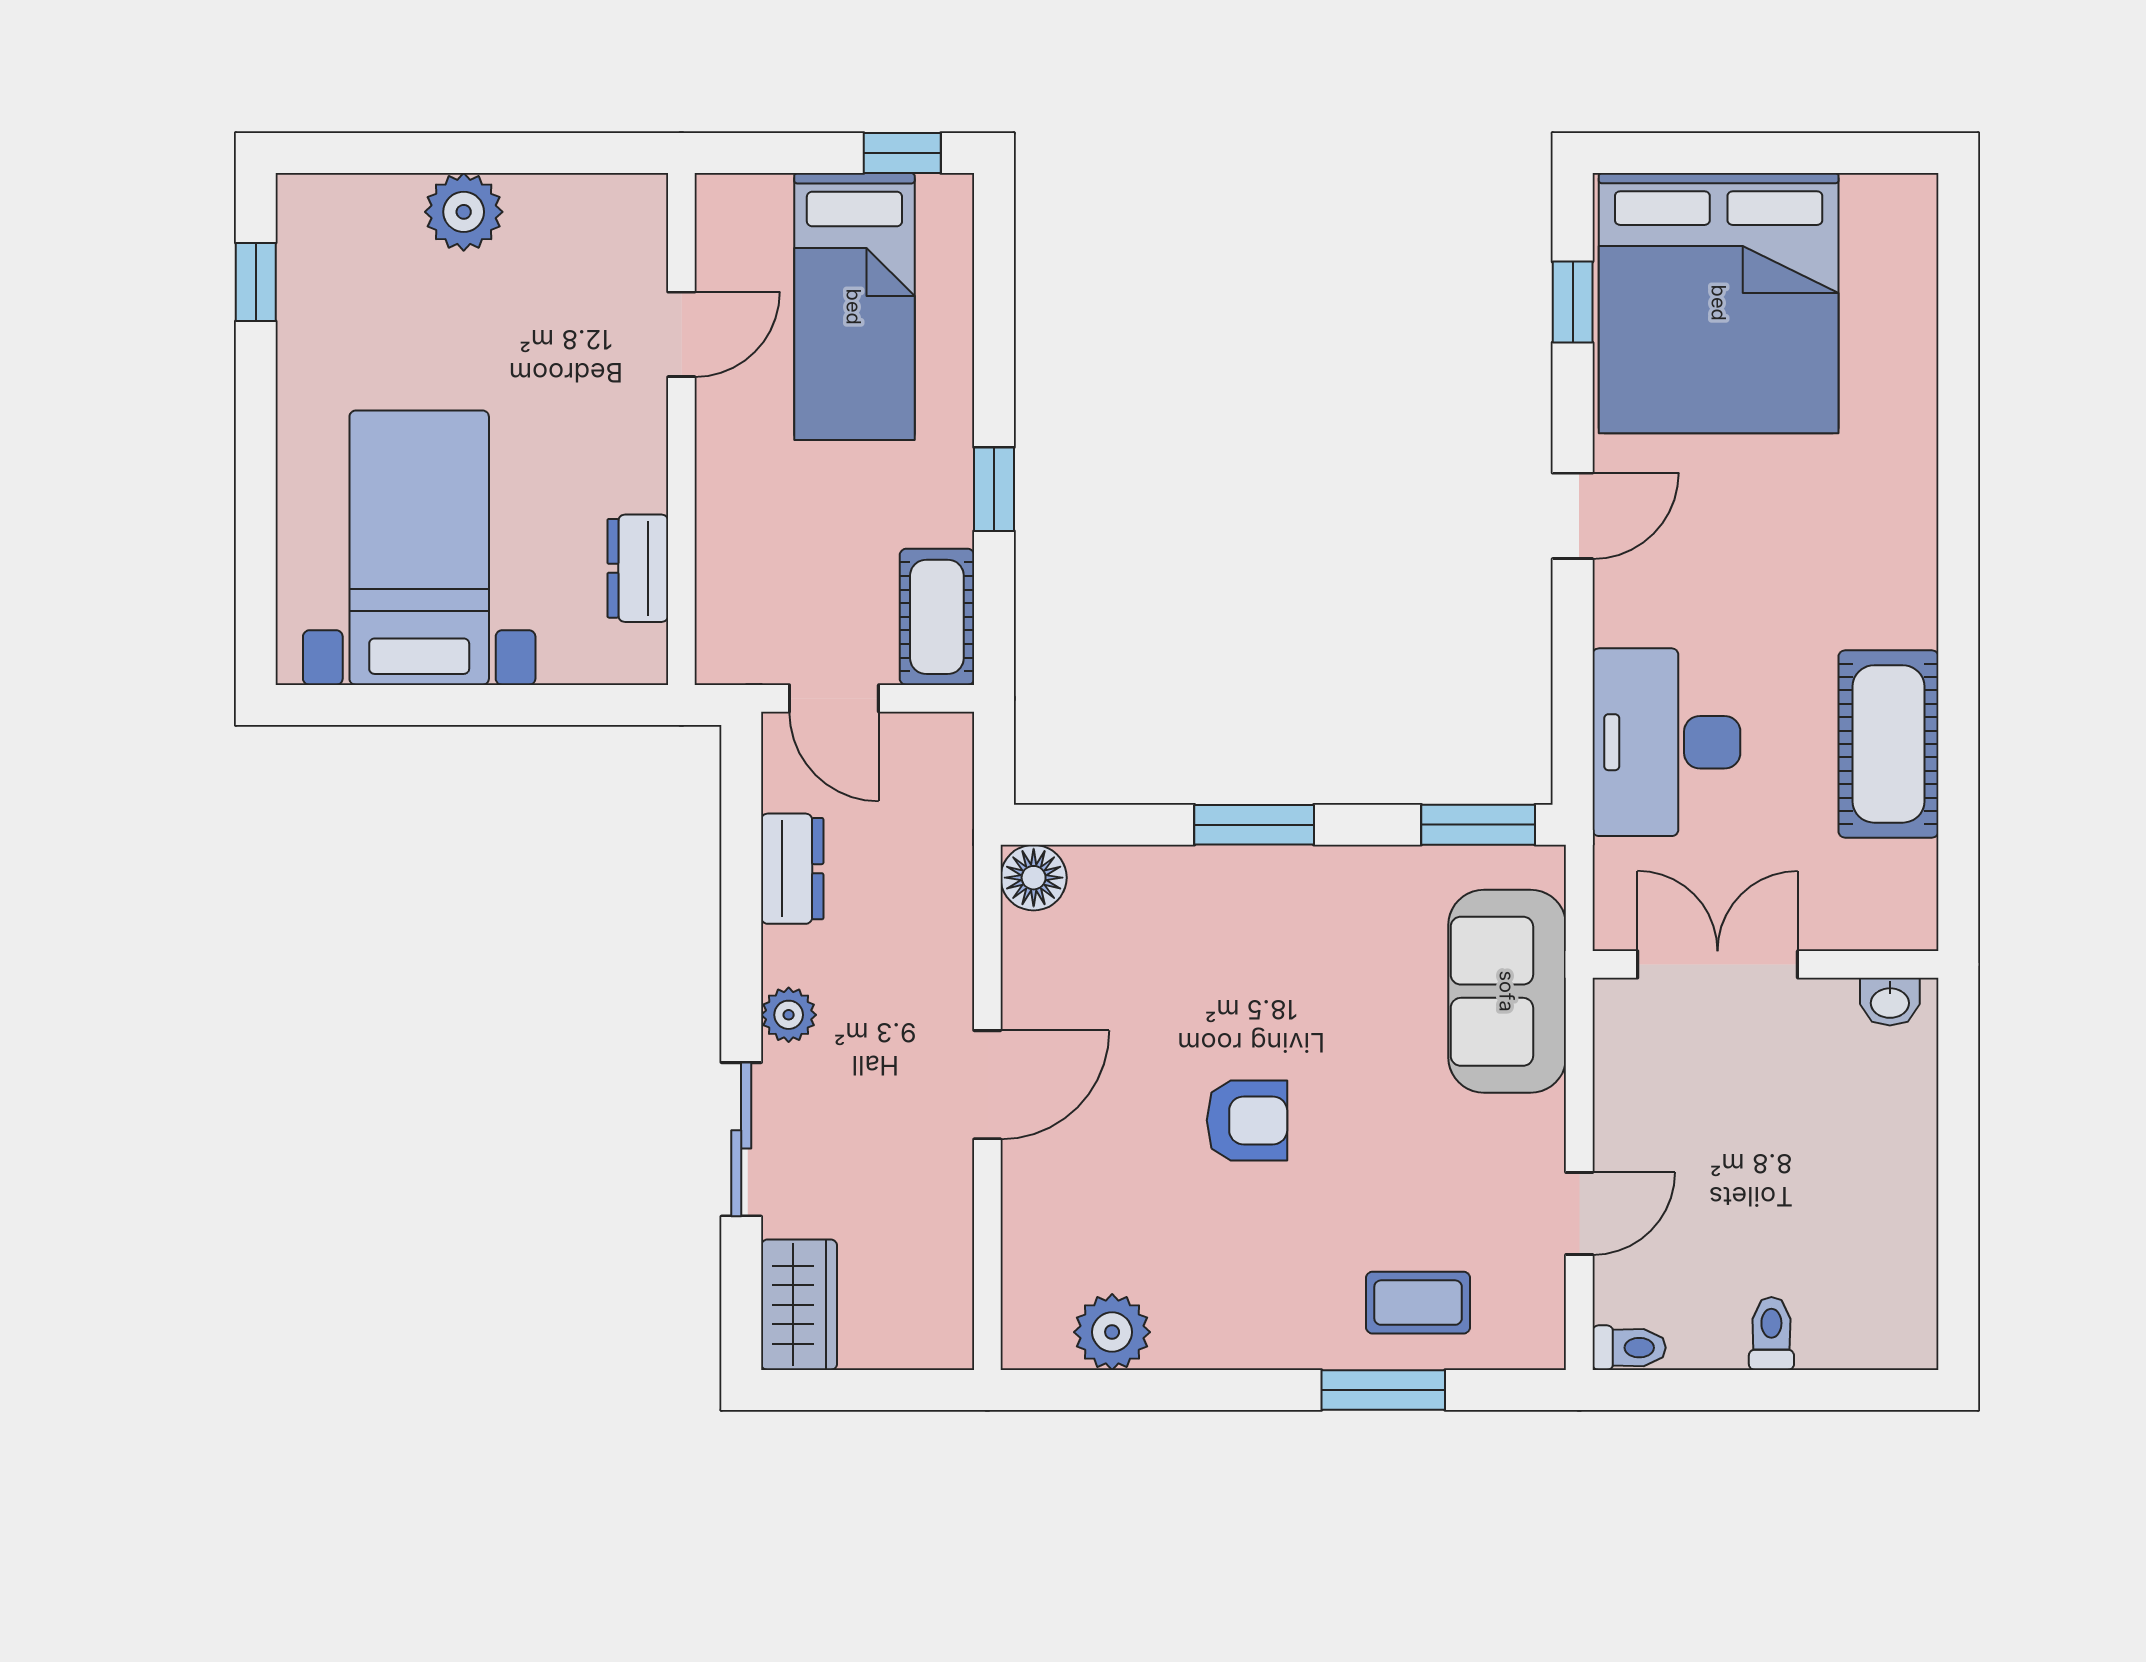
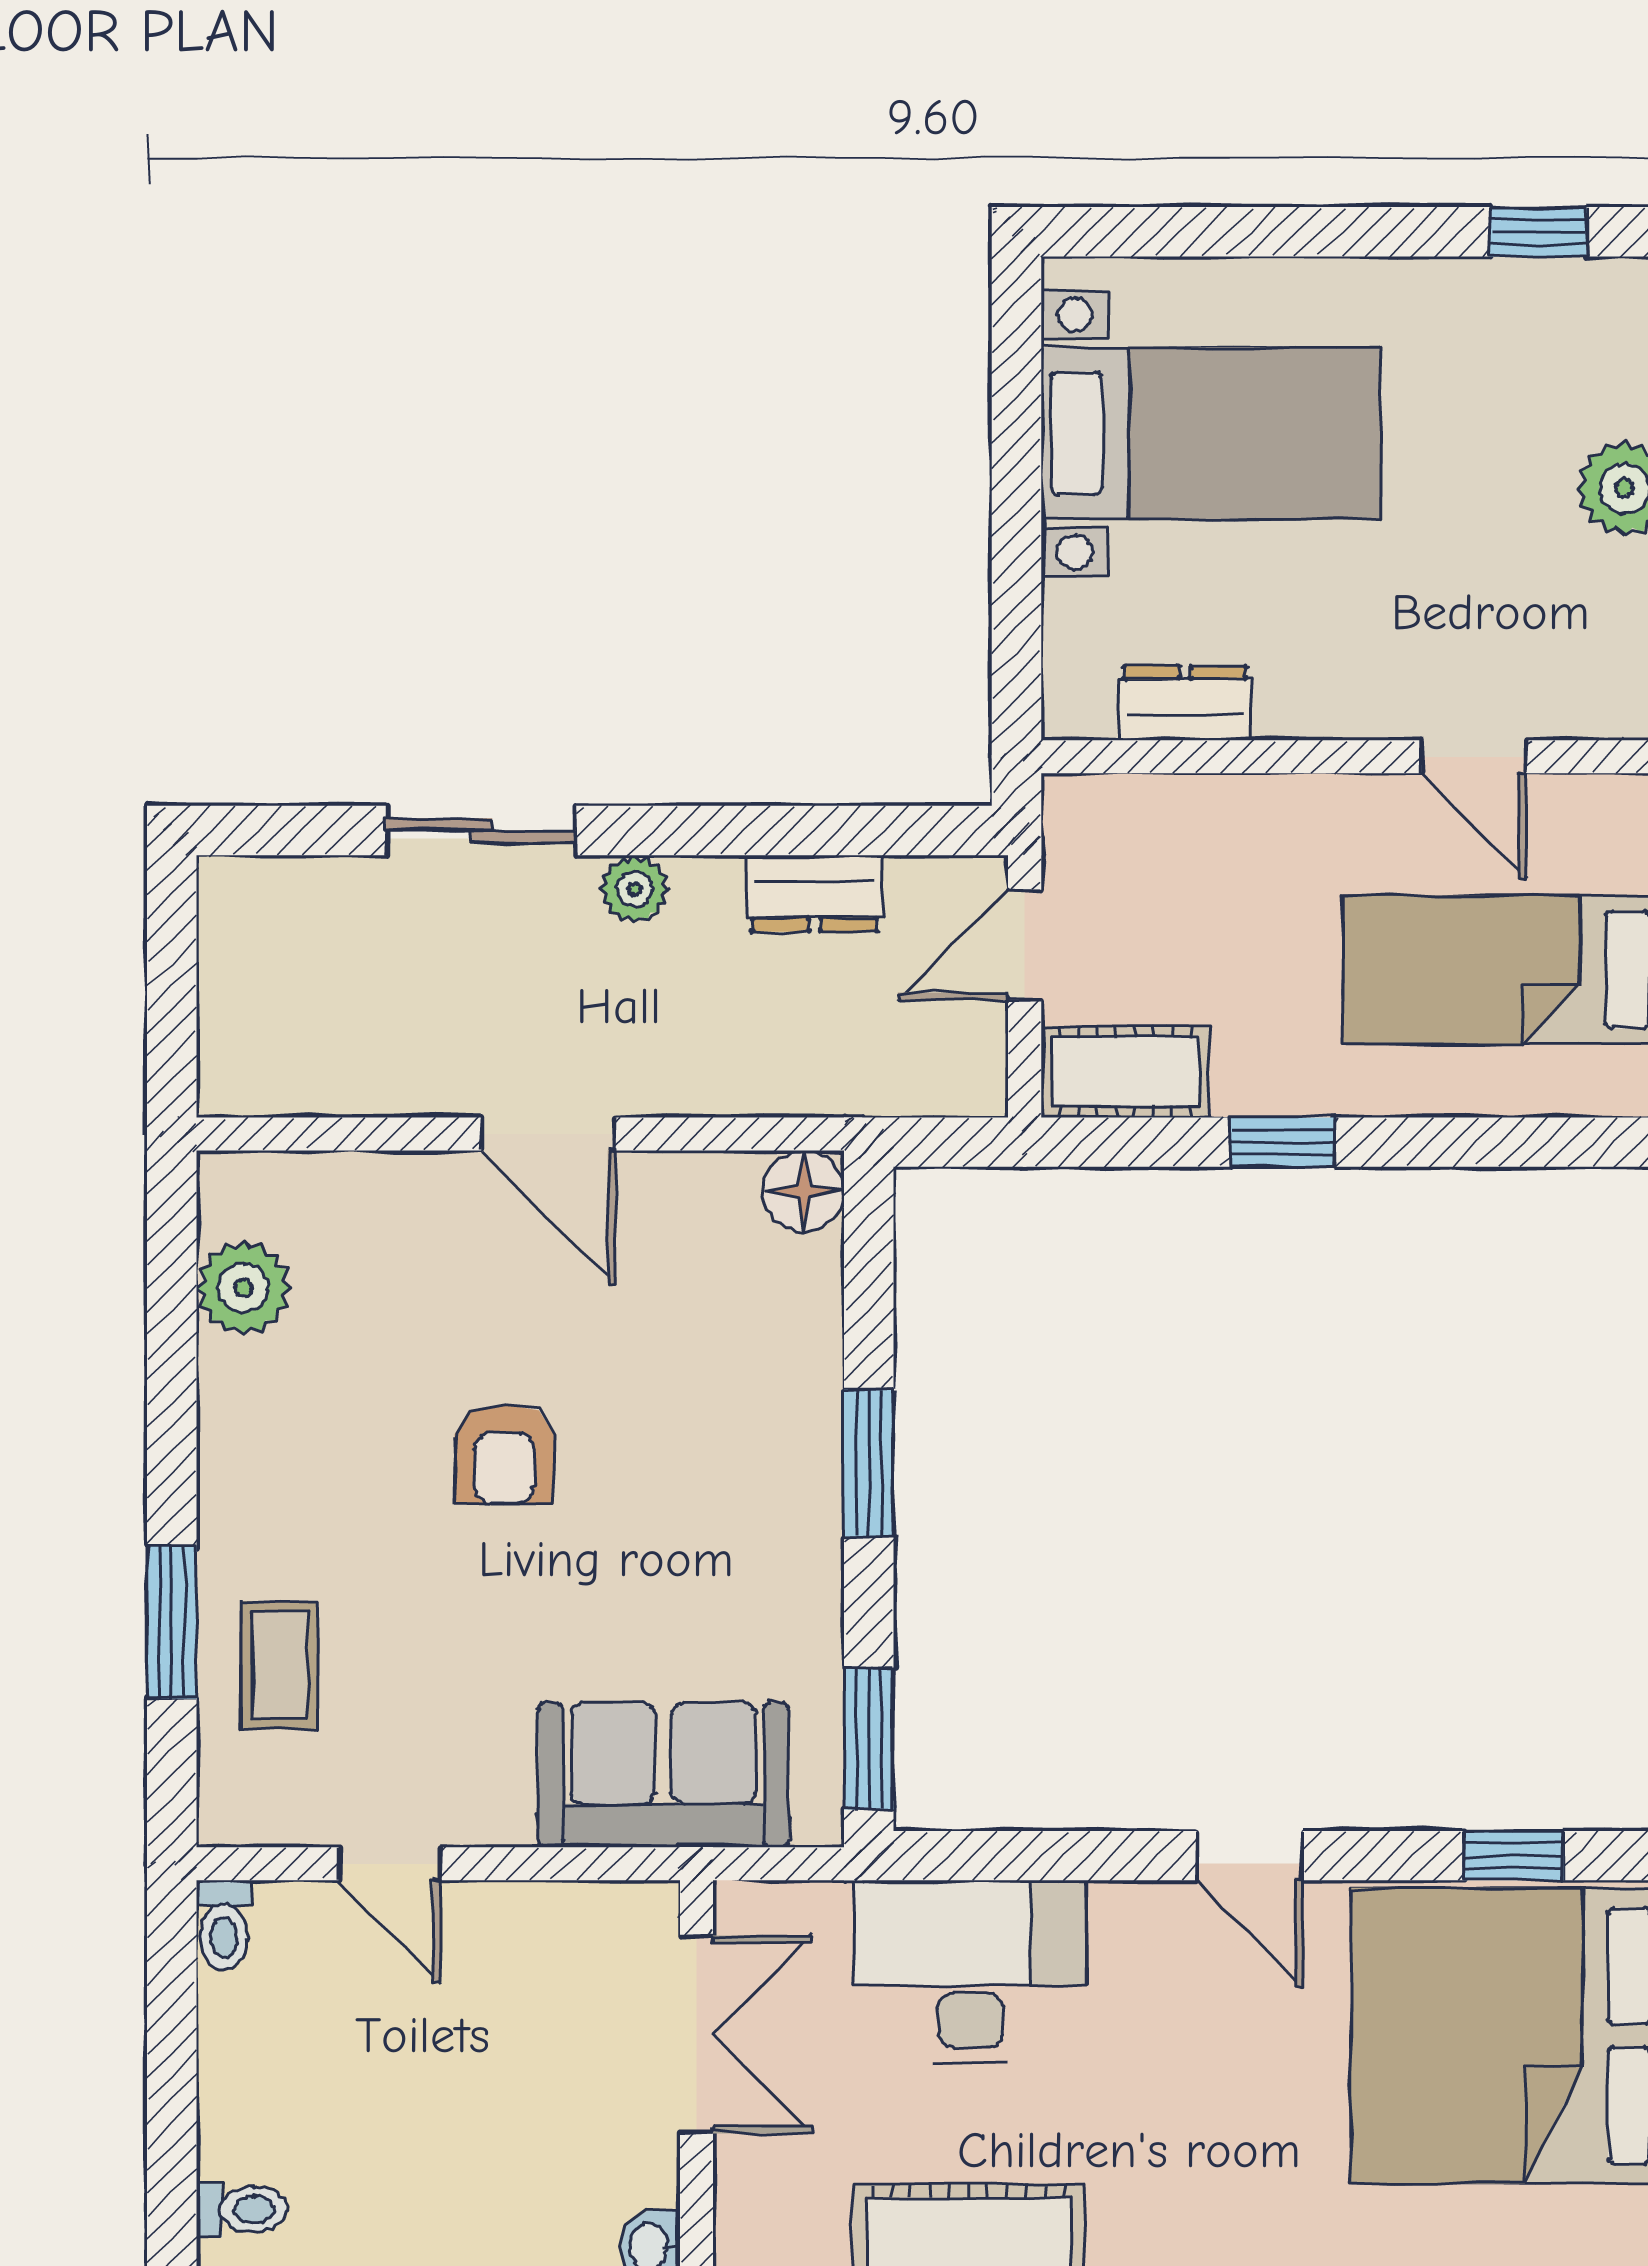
wardrobe: (799, 1305) -> (277, 902), removed
toilet: (1771, 1333) -> (241, 2210), moved

